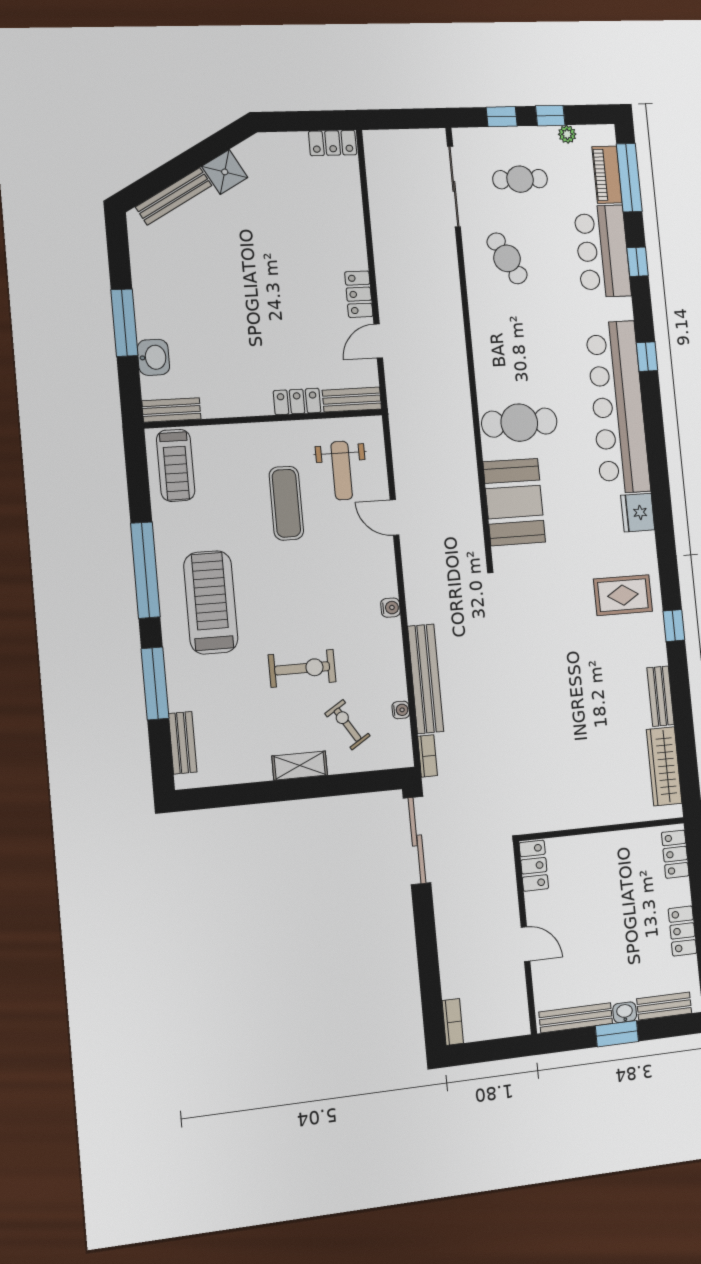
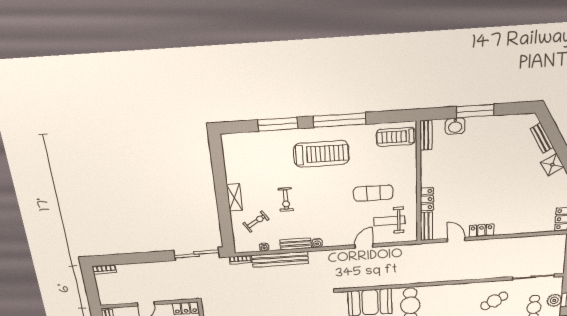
plant: (504, 141) -> (554, 300), added
bench: (174, 196) -> (542, 138), width x0.73
exercise bike: (302, 668) -> (286, 200), width x0.73, depth x0.72
bench: (183, 743) -> (296, 244), moved

